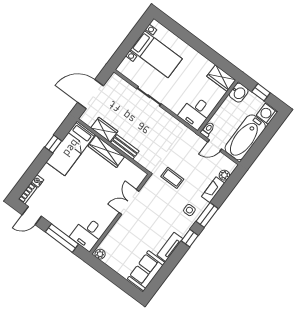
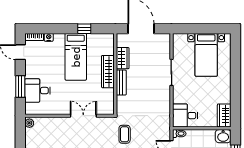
bed: (71, 148) -> (76, 57), moved, turned -90
desk: (88, 234) -> (38, 91), moved
window: (62, 238) -> (20, 86), width x0.69

